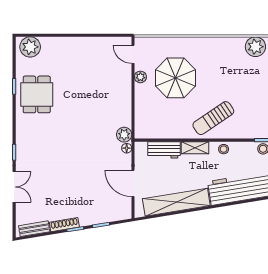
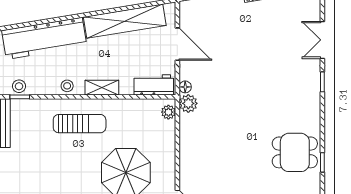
plant: (140, 77) -> (168, 112), moved
dining table: (37, 94) -> (295, 152), turned 90
sun lounger: (213, 118) -> (80, 124), turned 34
workbench: (164, 150) -> (154, 85), moved

